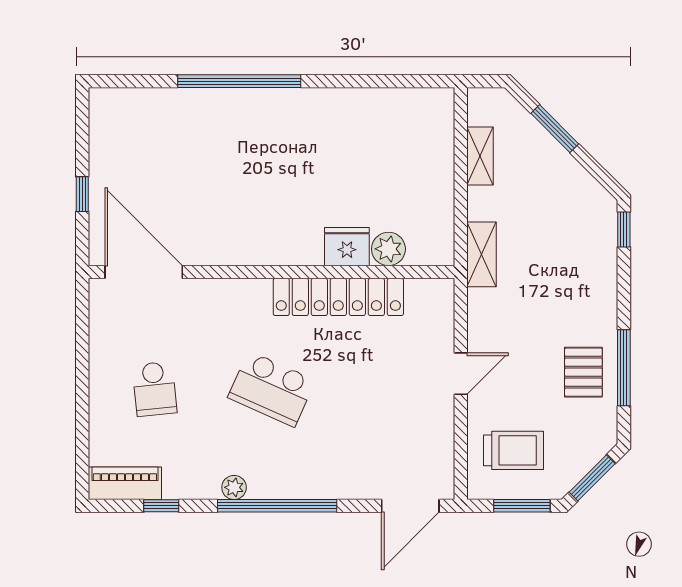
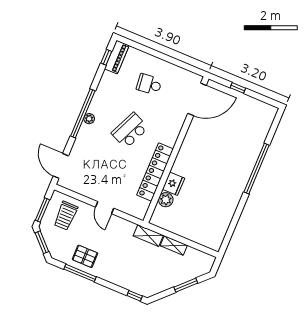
shelving: (480, 156) -> (174, 245), moved
plant: (234, 487) -> (89, 119), moved
window: (161, 506) -> (106, 57), moved

